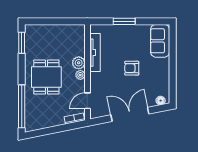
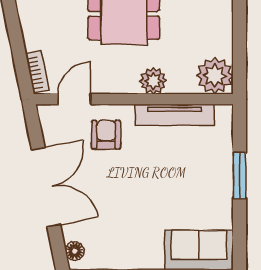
armchair: (132, 68) -> (106, 135), moved
plant: (80, 75) -> (215, 76), moved, width x1.88, depth x1.88
door: (87, 101) -> (74, 99), hinge flipped

